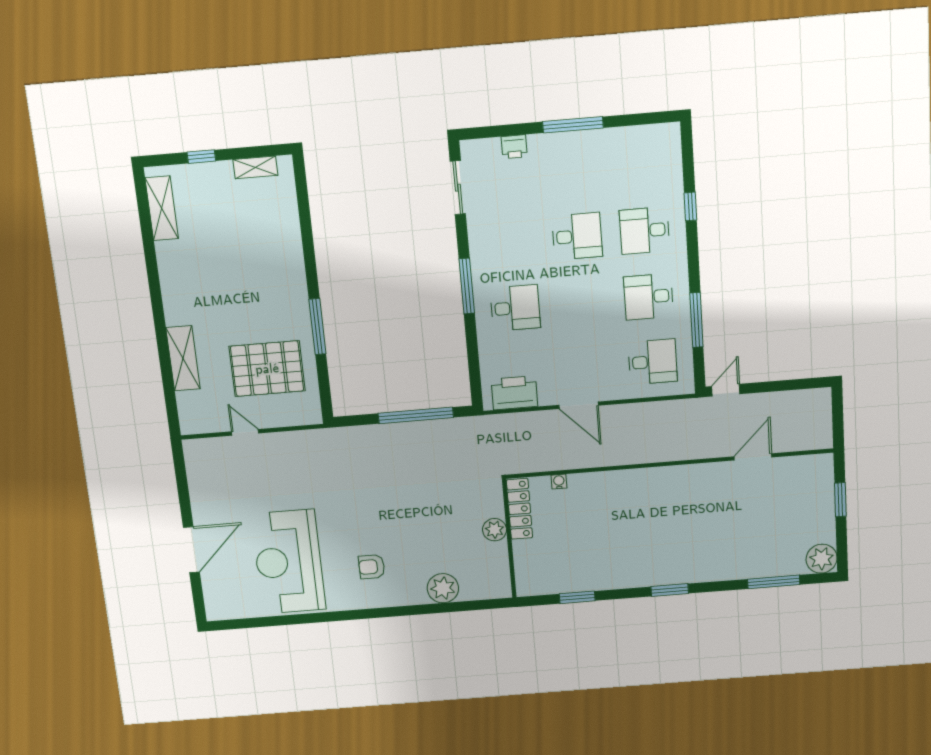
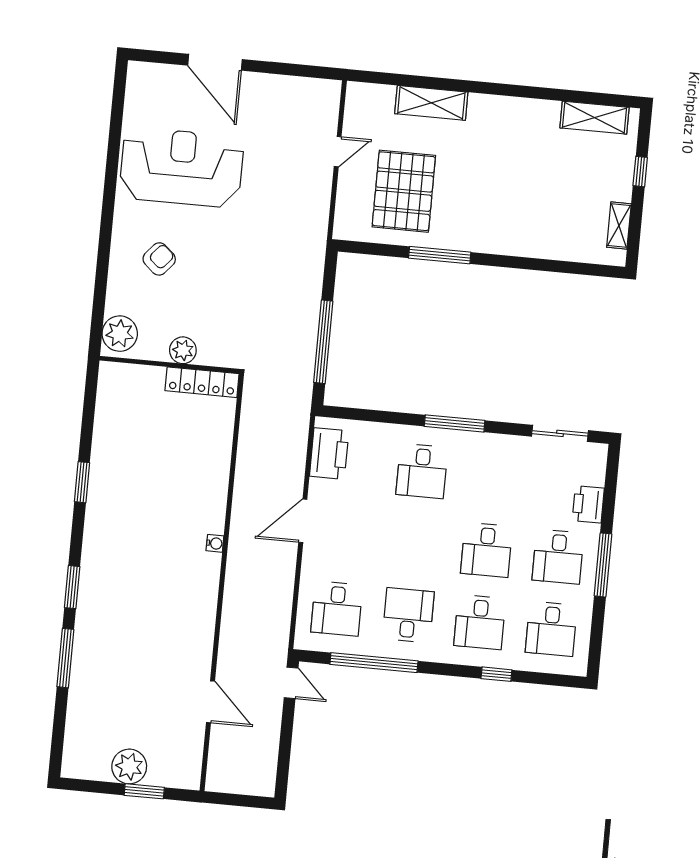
printer: (514, 147) -> (588, 504), width x1.36, depth x1.24
desk: (640, 163) -> (551, 629), added
desk: (572, 169) -> (558, 557), added
desk: (645, 231) -> (480, 622), turned 180
window: (696, 320) -> (374, 663), width x1.46
water cooler: (559, 482) -> (215, 543), moved
locker: (519, 509) -> (202, 382), moved
plant: (495, 530) -> (183, 350), moved
wall: (509, 539) -> (170, 365), moved
plant: (822, 559) -> (129, 767), moved
armchair: (372, 567) -> (159, 259), turned 41
window: (774, 582) -> (65, 658), moved

